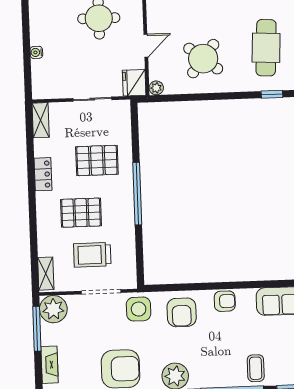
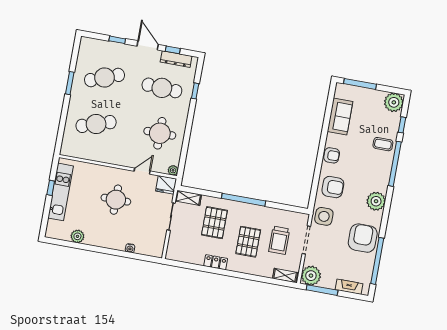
door: (146, 46) -> (142, 171), hinge flipped
round table: (203, 59) -> (160, 133), turned -38
shelving: (41, 120) -> (188, 198), moved
armchair: (225, 301) -> (332, 155), turned 90

